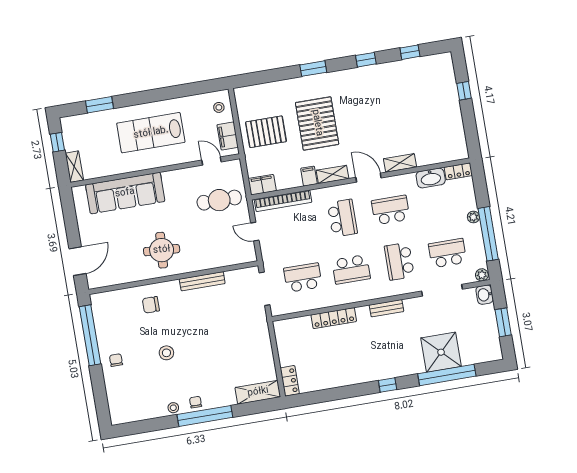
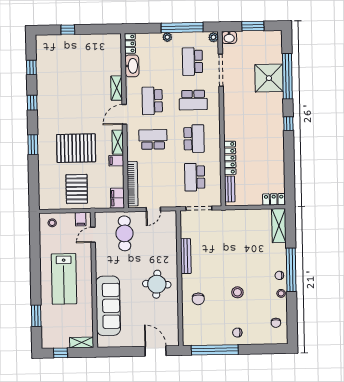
filing cabinet: (228, 136) -> (81, 219), width x0.50
bench: (386, 308) -> (230, 189), moved
chair: (135, 407) -> (276, 323), added

